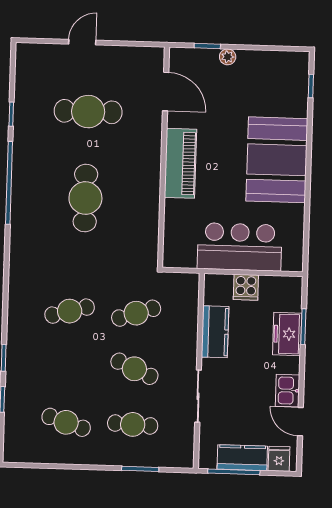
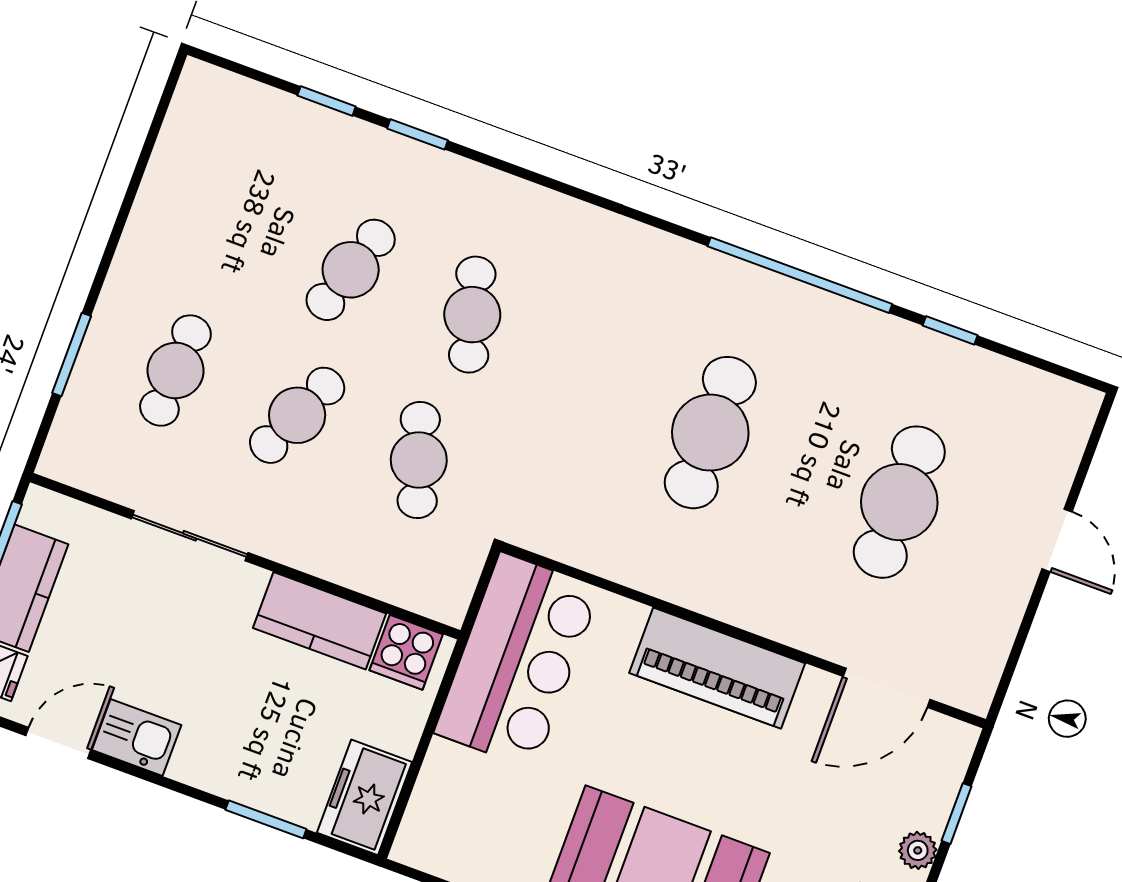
cafe table: (85, 198) -> (710, 433), turned 90
bar counter: (240, 247) -> (517, 661), moved
cooker: (246, 287) -> (406, 652), moved, turned -90
freezer: (287, 334) -> (365, 797), moved, turned -90
cafe table: (66, 422) -> (351, 270), moved

